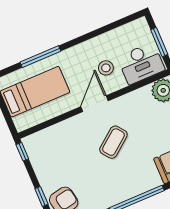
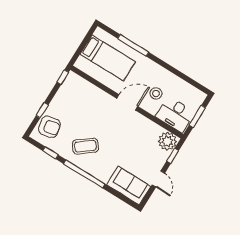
coffee table: (113, 142) -> (85, 146), moved

